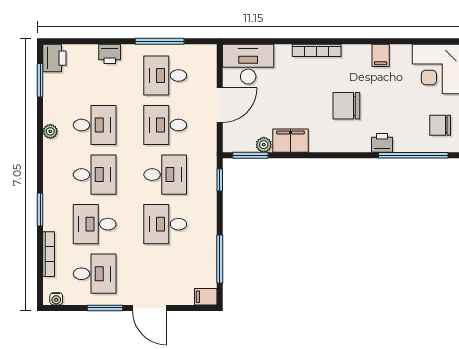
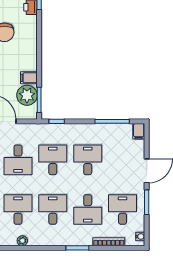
filing cabinet: (291, 141) -> (29, 78), width x0.50
plant: (264, 145) -> (27, 95), width x1.88, depth x1.88
desk: (165, 224) -> (88, 160), turned 180

